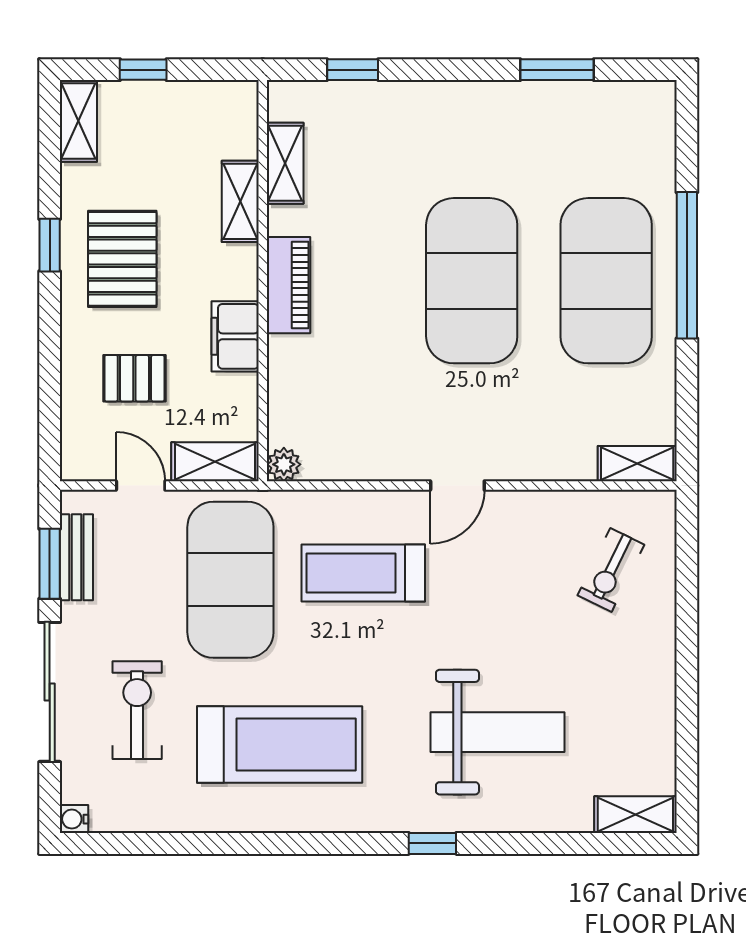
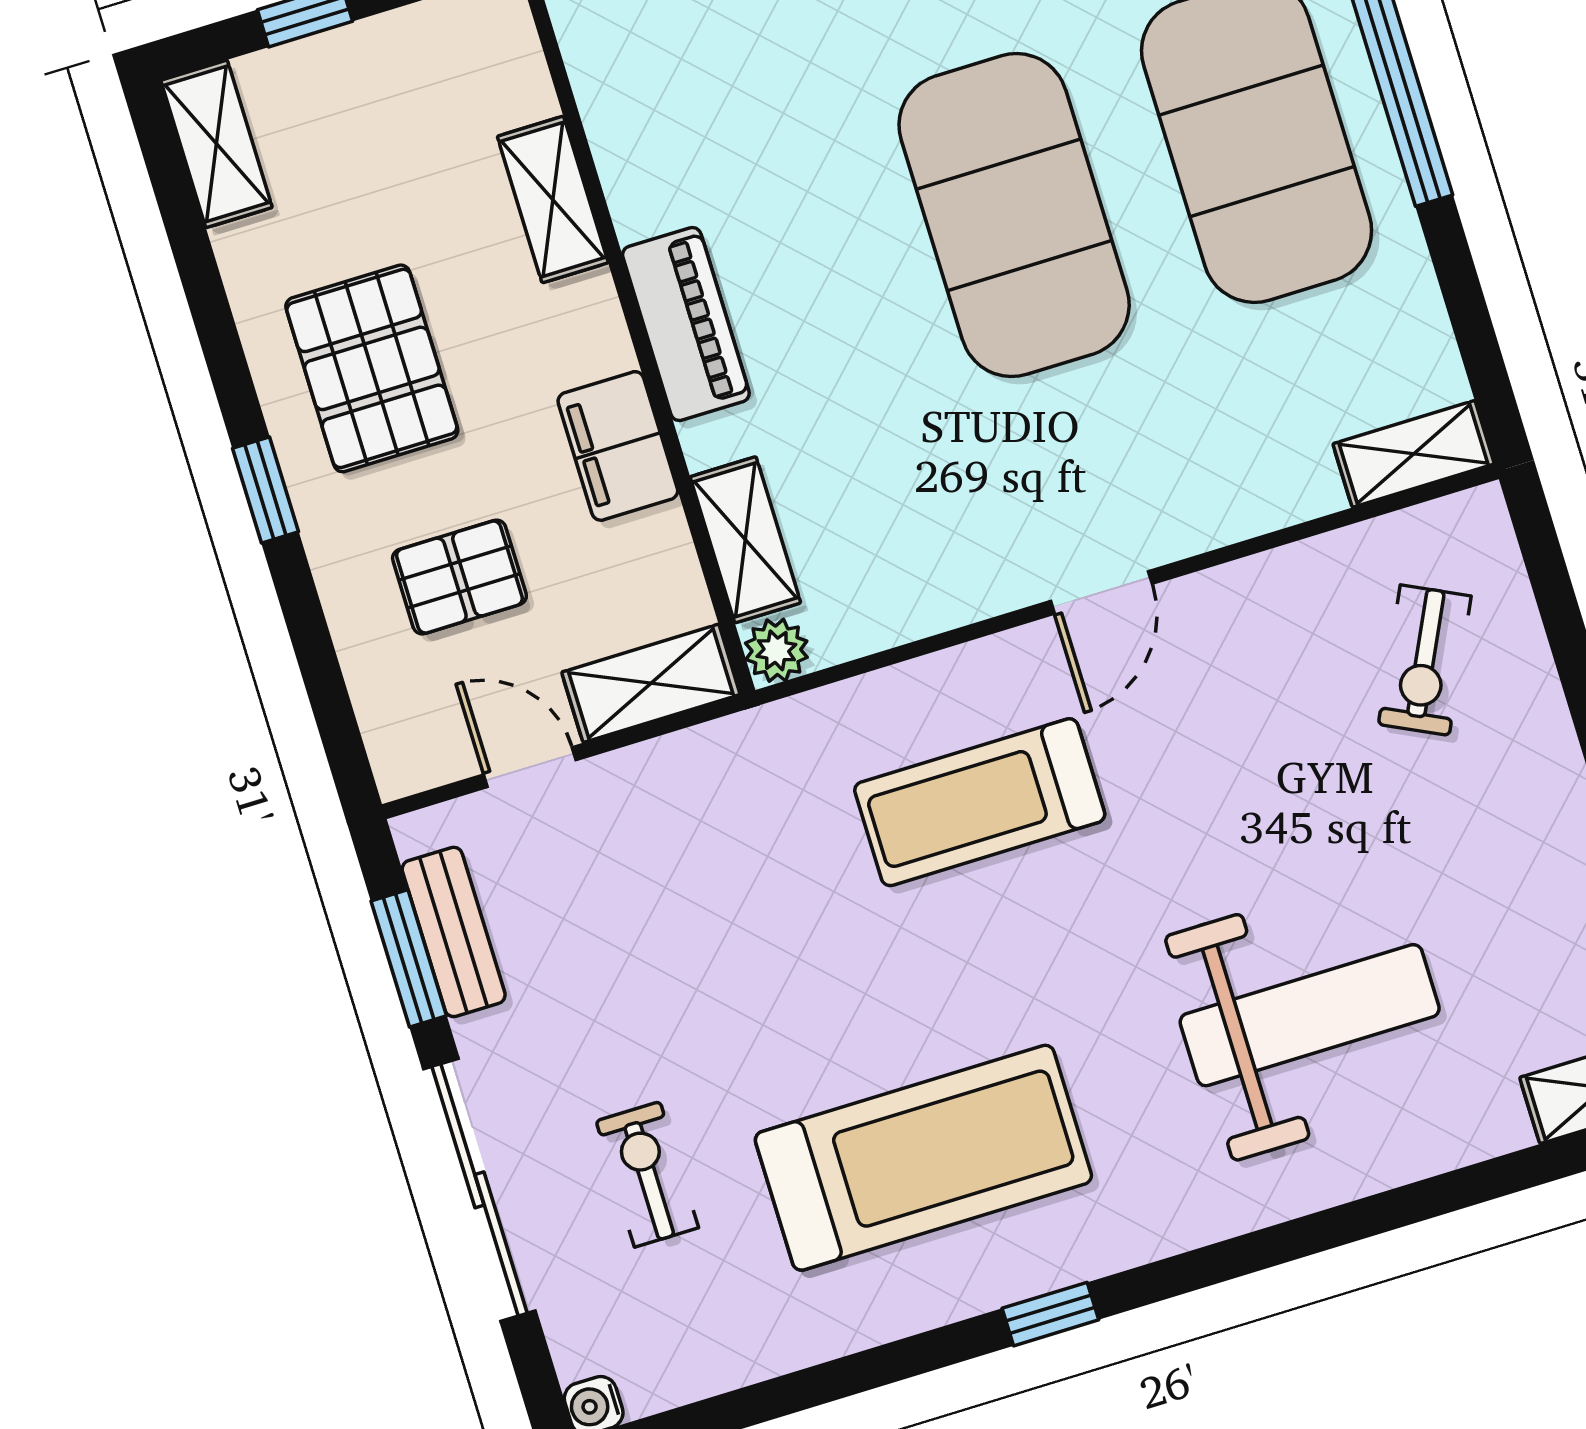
shelving: (285, 163) -> (745, 540), moved
window: (50, 245) -> (266, 490), moved
exercise mat: (230, 580) -> (744, 888), removed
exercise bike: (137, 710) -> (647, 1174), width x0.73, depth x0.72
window: (432, 843) -> (1050, 1314), moved

